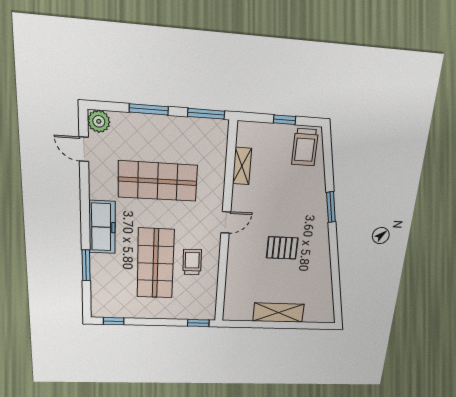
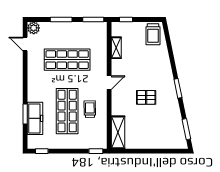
window: (285, 120) -> (126, 19), moved
window: (331, 207) -> (178, 88), moved
freezer: (102, 227) -> (35, 118), moved
window: (337, 296) -> (186, 129), added
shelving: (278, 313) -> (118, 132), moved, turned 90

